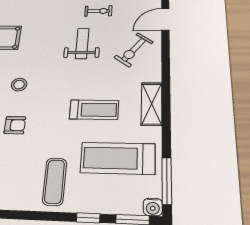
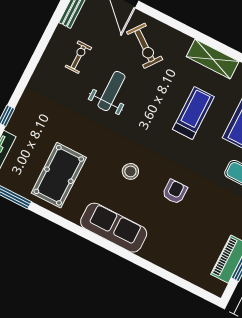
weight bench: (82, 43) -> (112, 91), turned 90

